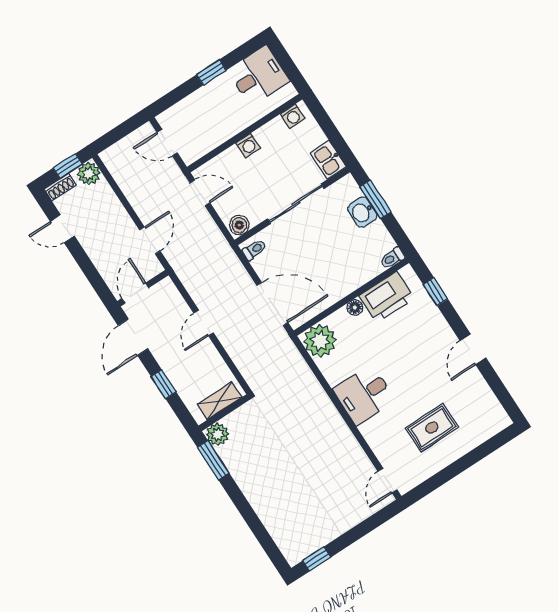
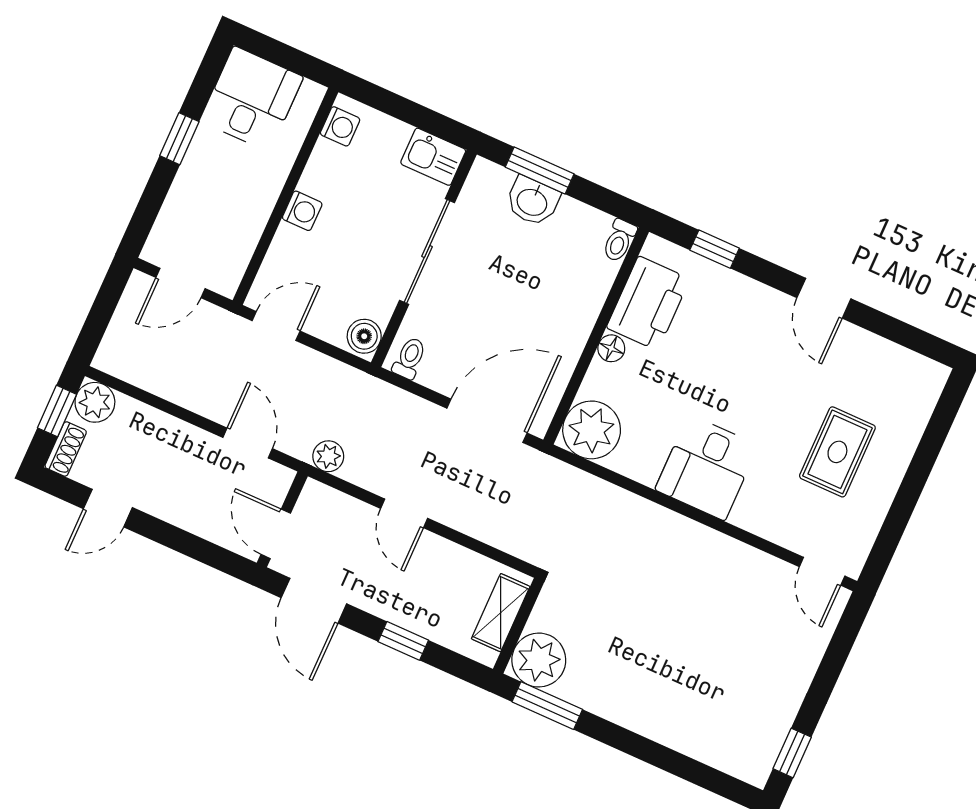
plant: (185, 272) -> (328, 456), added
plant: (218, 434) -> (539, 660), width x1.36, depth x1.36

